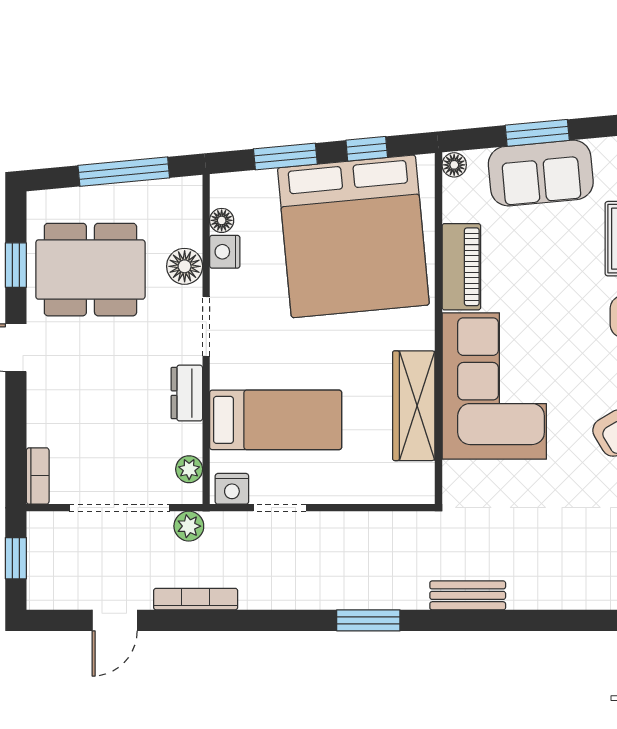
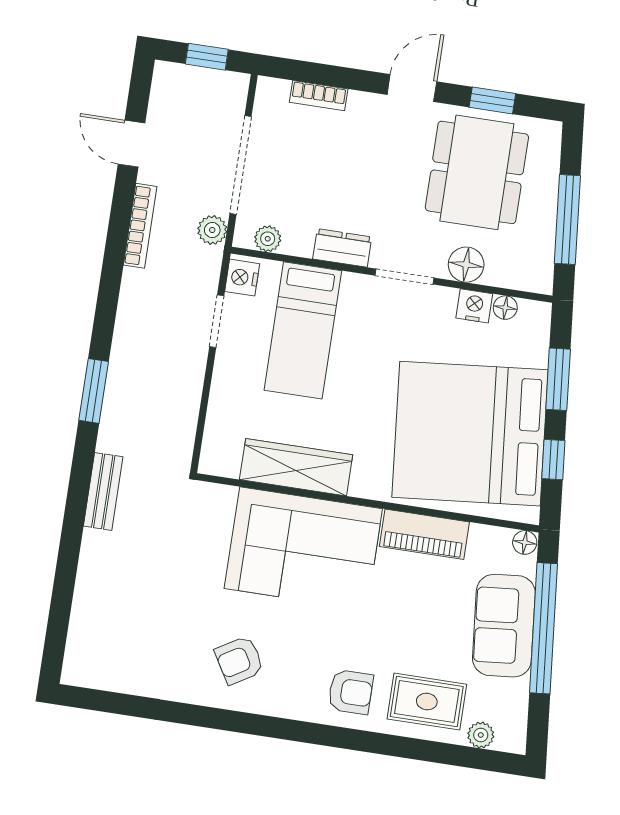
window: (537, 133) -> (544, 628), width x2.11
bookcase: (38, 476) -> (319, 96), moved

